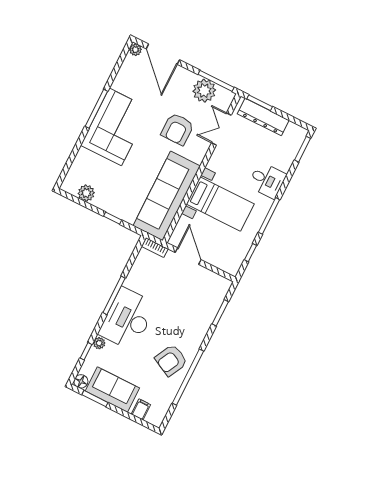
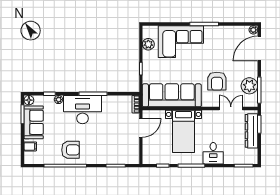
corner sofa: (115, 127) -> (181, 42), moved
armchair: (177, 129) -> (217, 81), turned -90
armchair: (171, 360) -> (70, 150), turned 153

